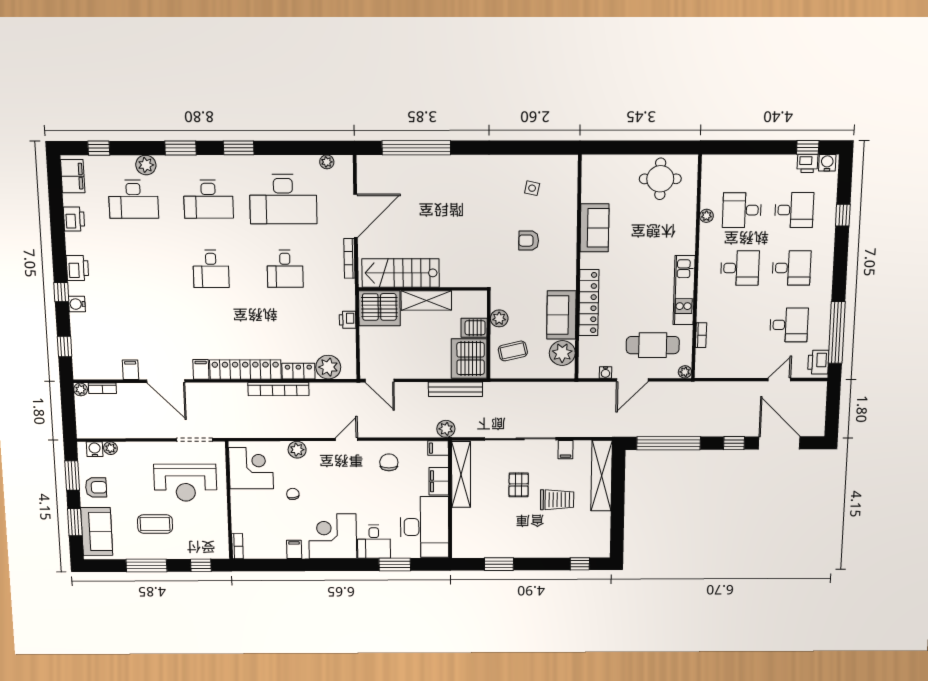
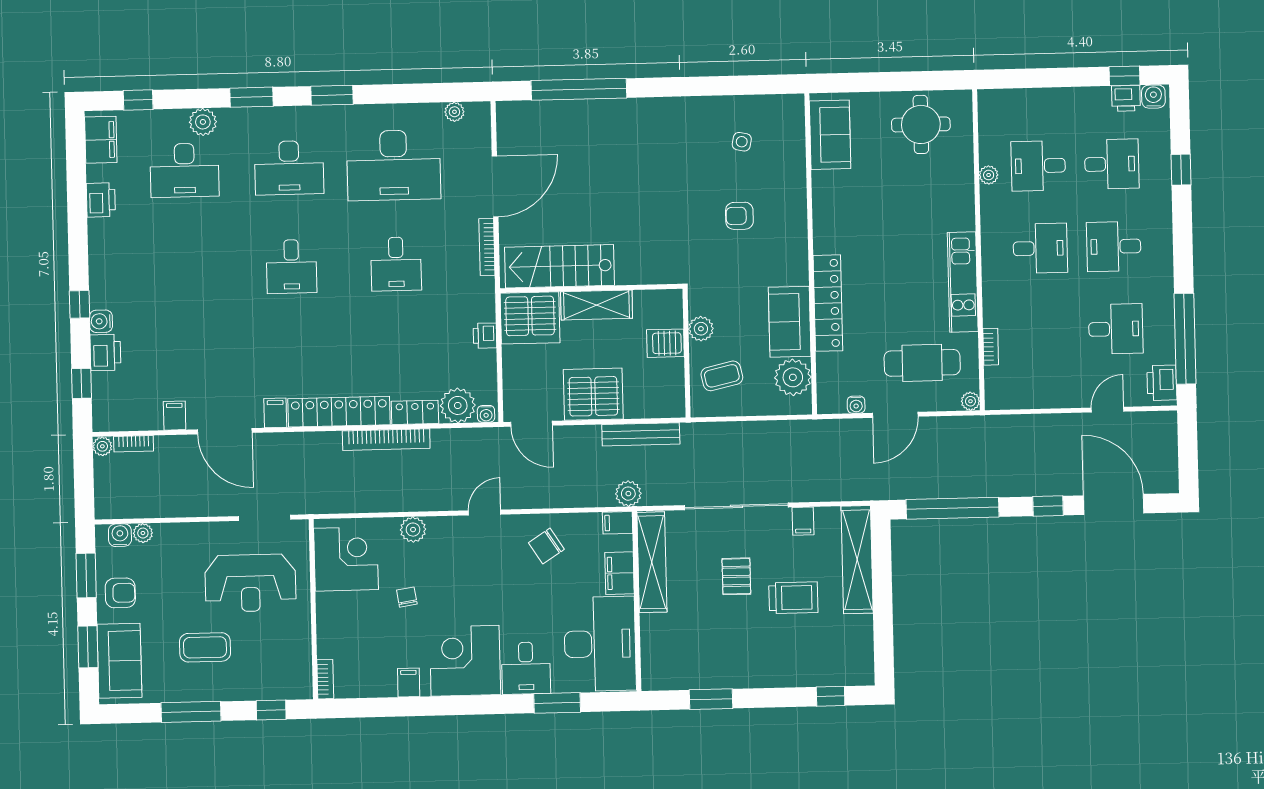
sofa: (594, 228) -> (830, 135), moved
printer: (77, 268) -> (105, 352), moved
desk: (791, 268) -> (1114, 246), turned 180
server rack: (469, 359) -> (593, 394), moved, turned 90
water cooler: (348, 373) -> (486, 414), added
chair: (389, 462) -> (546, 546), turned -123

